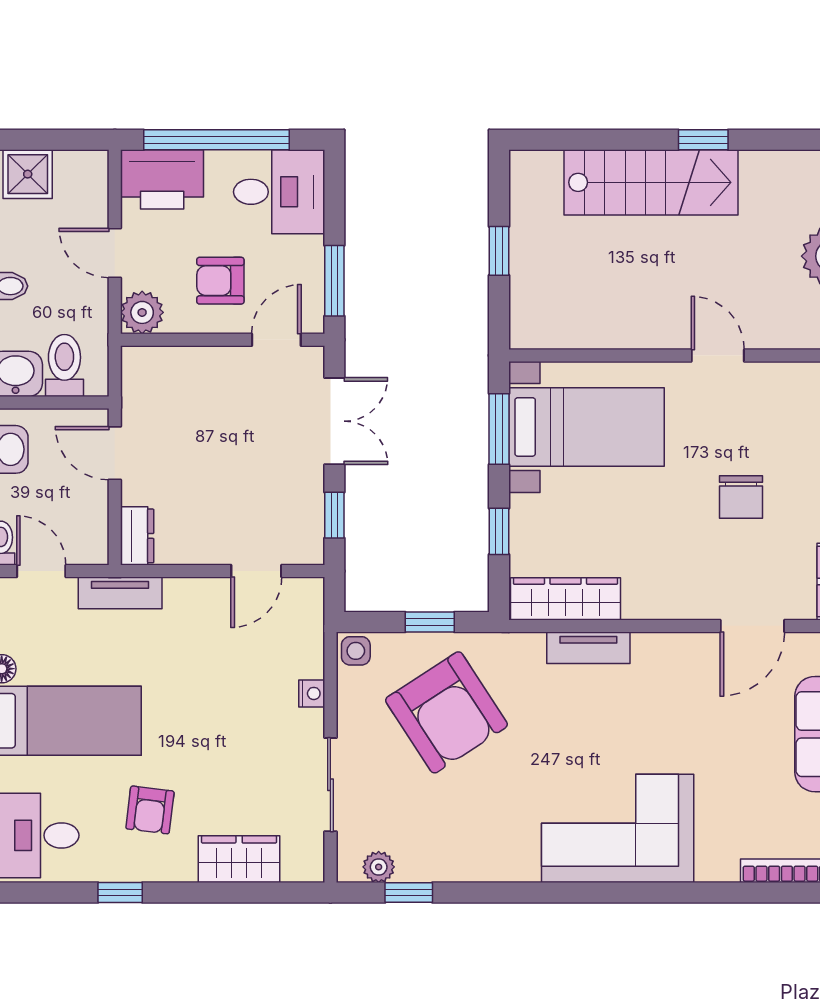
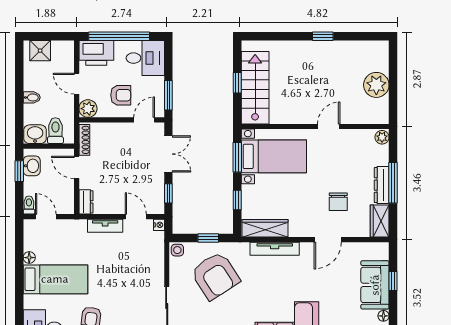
stairs: (651, 182) -> (255, 88), moved, turned -90
armchair: (220, 281) -> (121, 95), turned 180
door: (718, 355) -> (329, 126), hinge flipped
shoe rack: (133, 387) -> (84, 140), added
chair: (741, 497) -> (338, 202), moved
door: (256, 571) -> (136, 217), swing flipped
tv unit: (120, 593) -> (105, 226), moved
door: (752, 626) -> (328, 240), moved
tv unit: (588, 648) -> (275, 249), width x1.41
nightstand: (312, 693) -> (159, 225), moved

